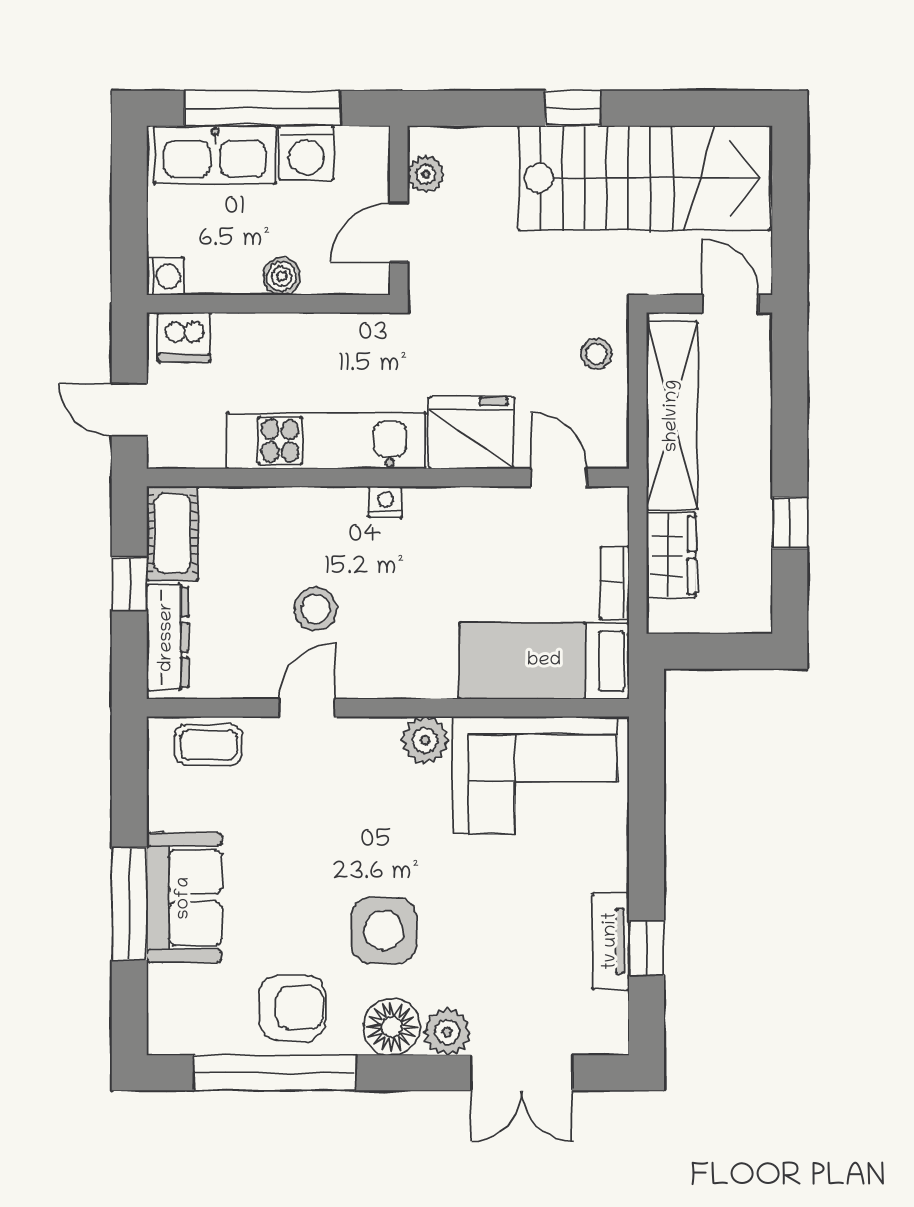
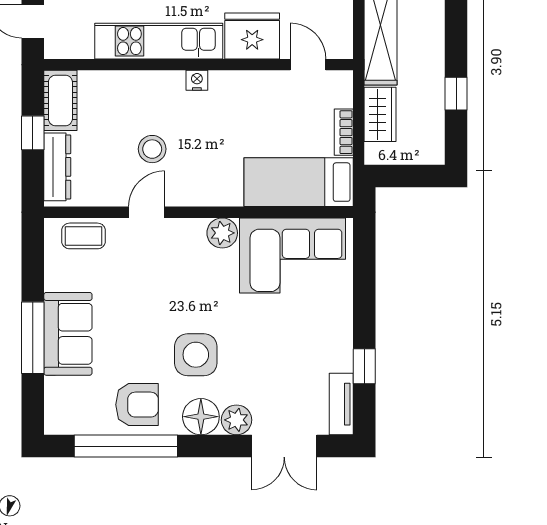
tv unit: (611, 941) -> (341, 404), moved

